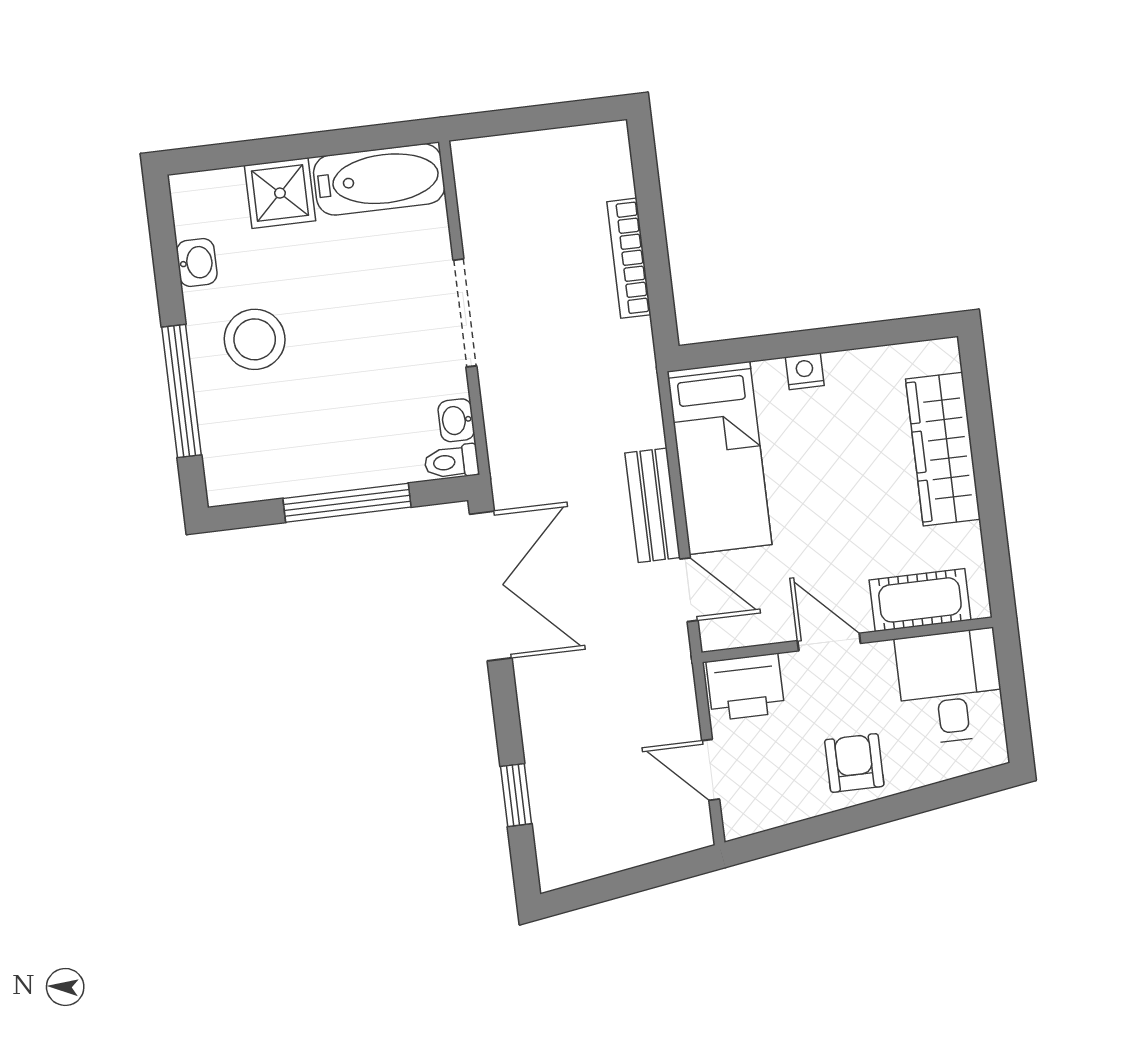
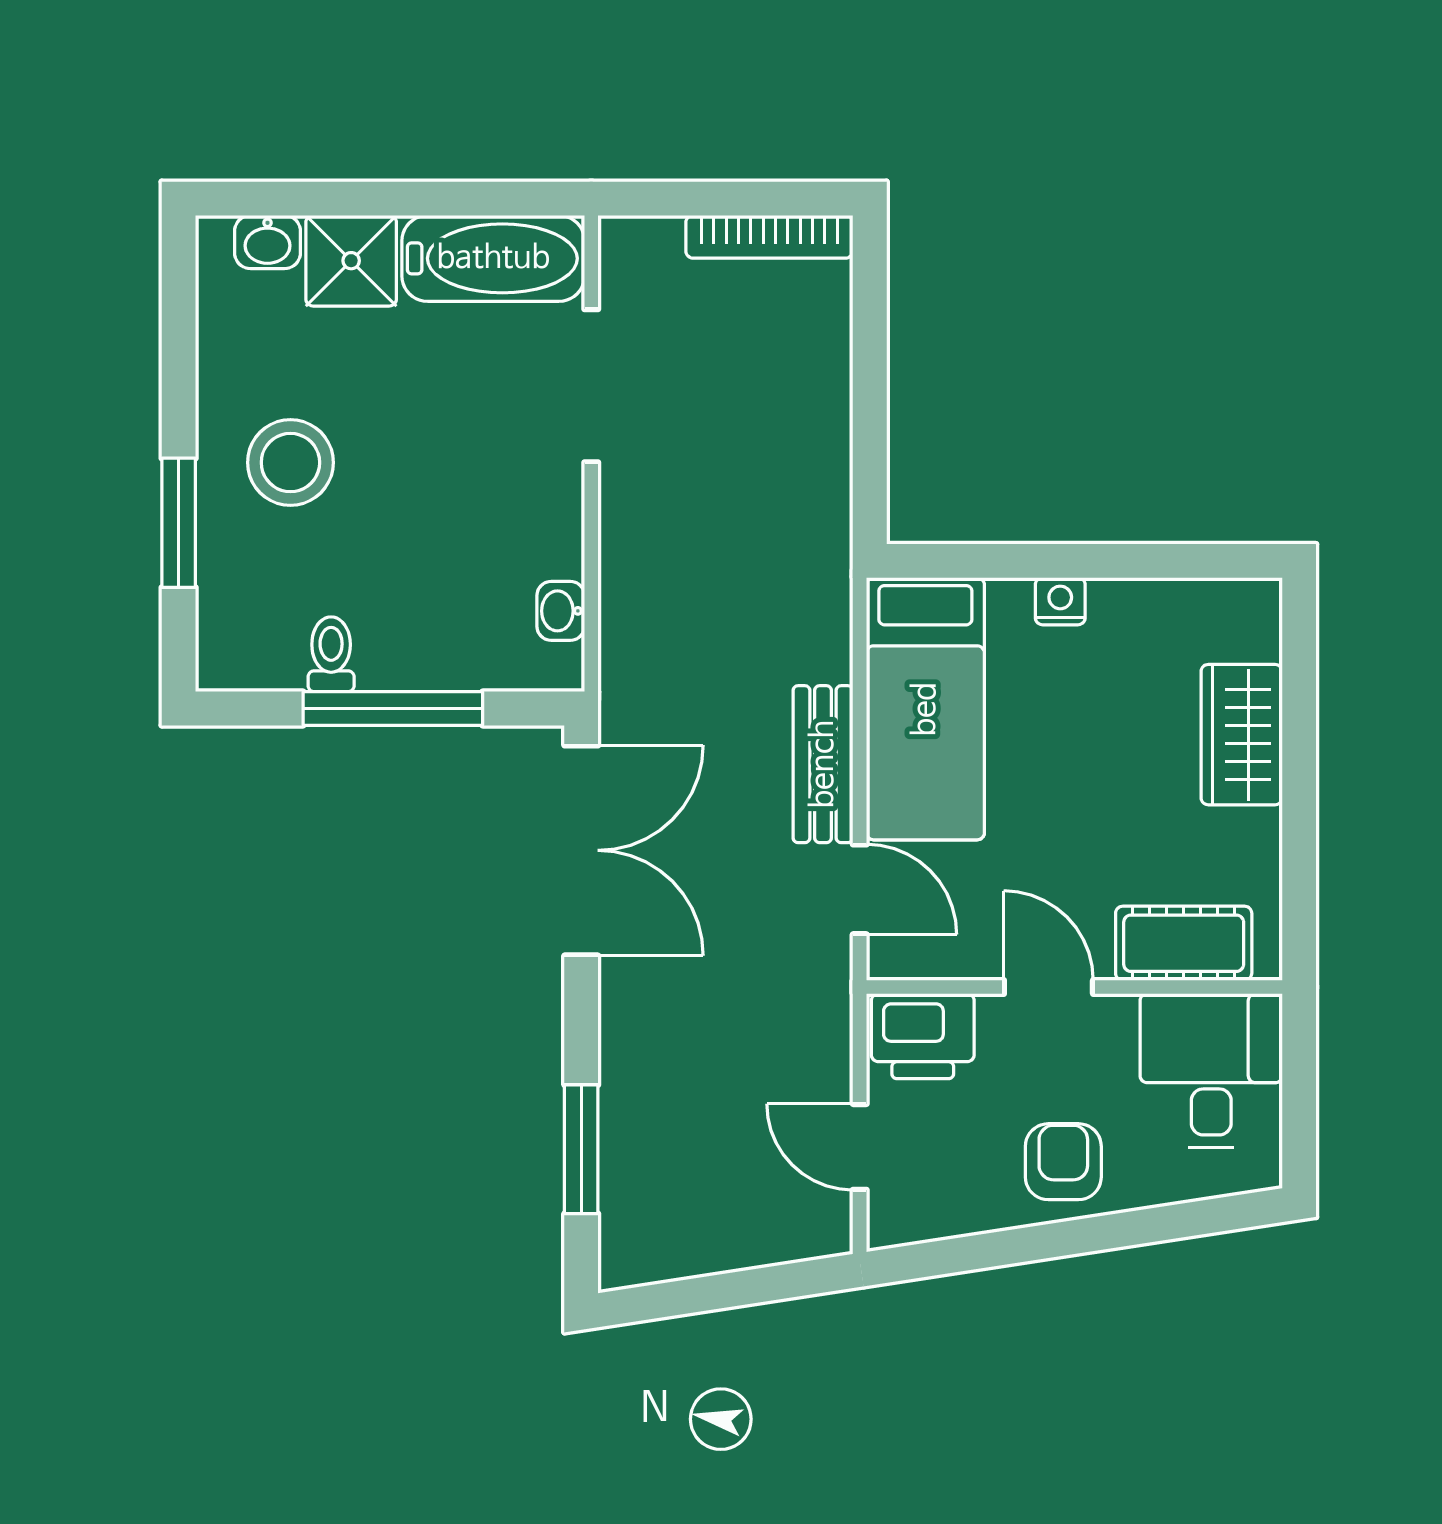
bookcase: (629, 258) -> (769, 237), moved, turned -90
washbasin: (197, 262) -> (267, 242), moved, turned 90
doorway: (465, 313) -> (591, 386), moved
window: (181, 391) -> (179, 523), width x0.69
wardrobe: (943, 449) -> (1242, 735), width x0.67
toilet: (452, 462) -> (331, 654), moved, turned 90
window: (516, 795) -> (581, 1149), width x1.50

